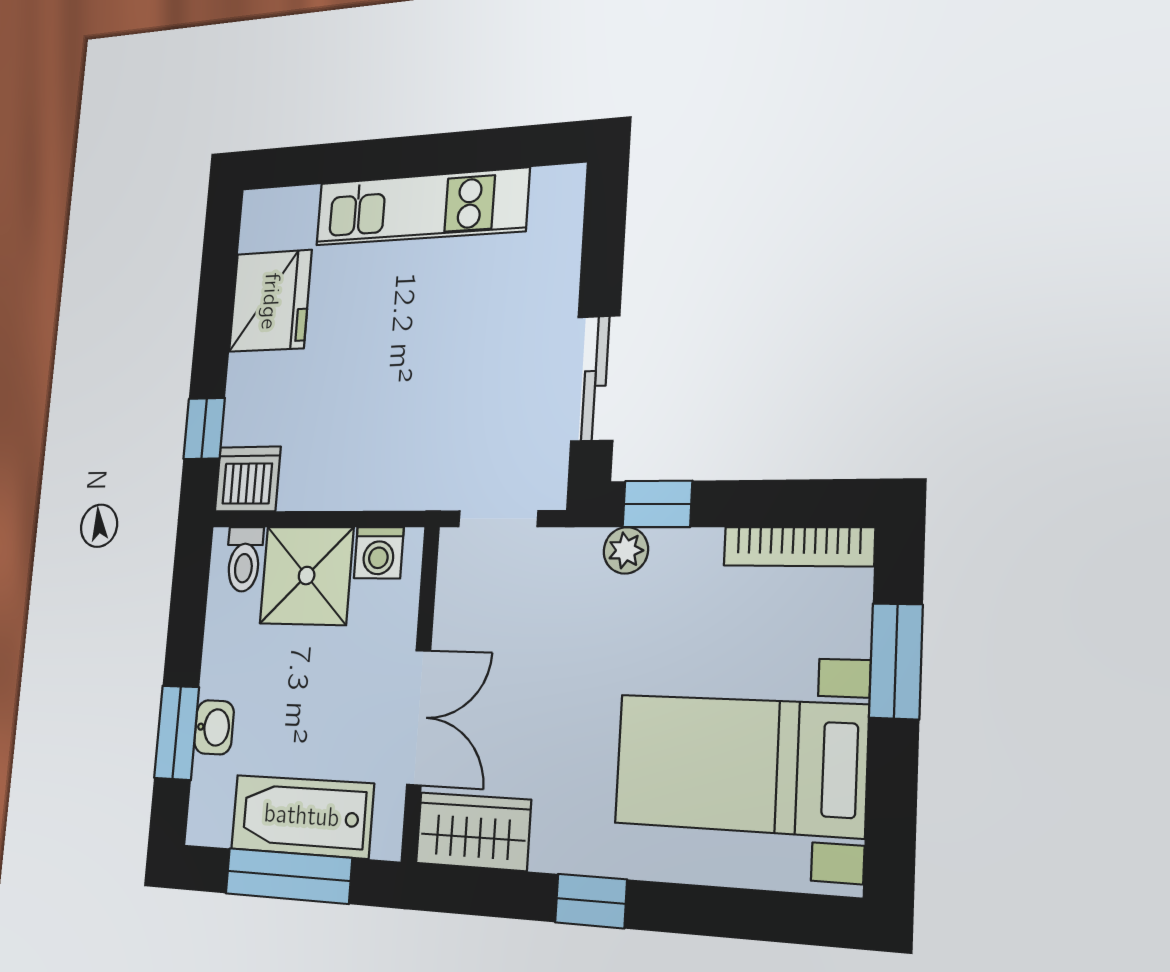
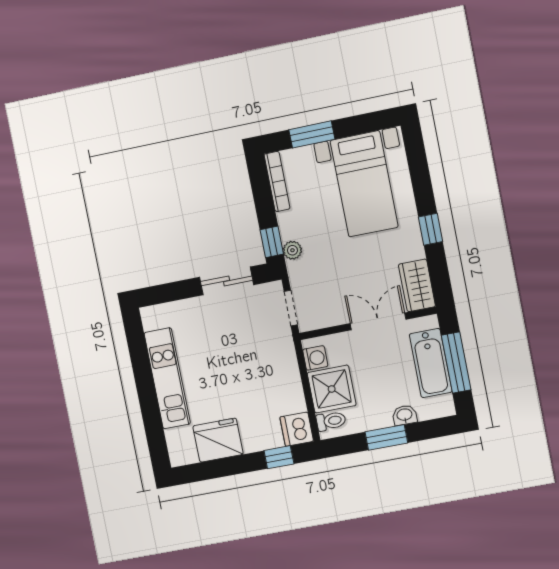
window: (177, 733) -> (386, 437), moved

